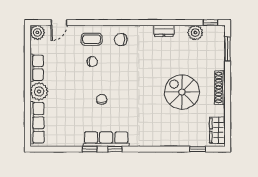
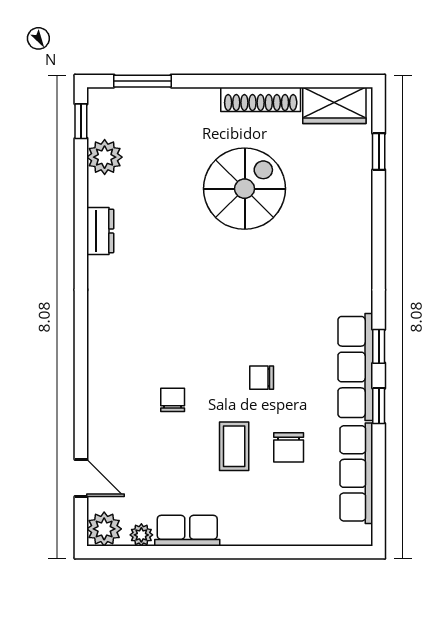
coffee table: (92, 39) -> (234, 446), moved
chair: (121, 40) -> (289, 447), moved
shoe rack: (220, 88) -> (261, 99), moved
plant: (39, 91) -> (141, 535), moved, width x0.53, depth x0.53
spiral stairs: (182, 92) -> (245, 189), turned 180
row of seats: (37, 123) -> (356, 473), moved, turned -90

